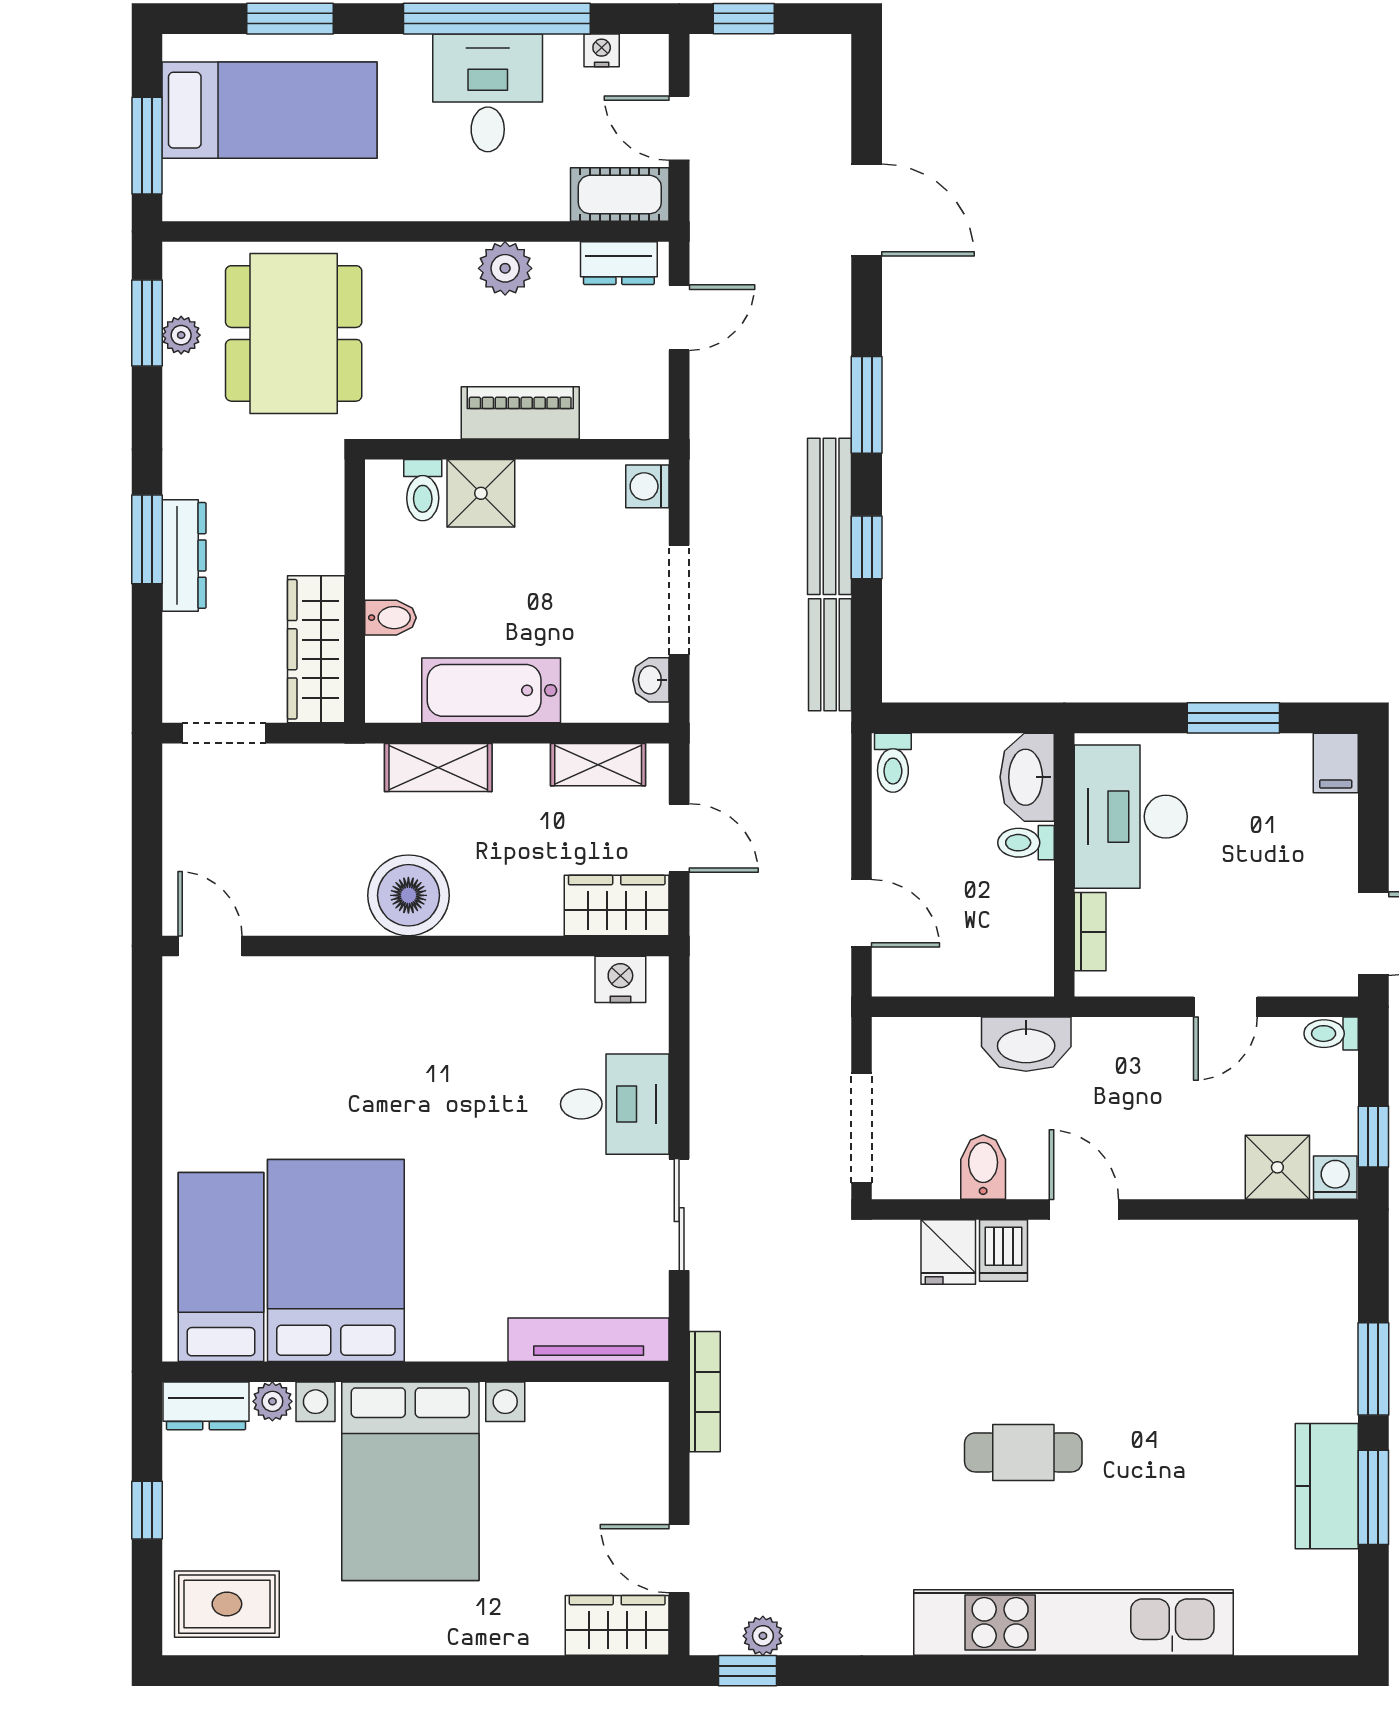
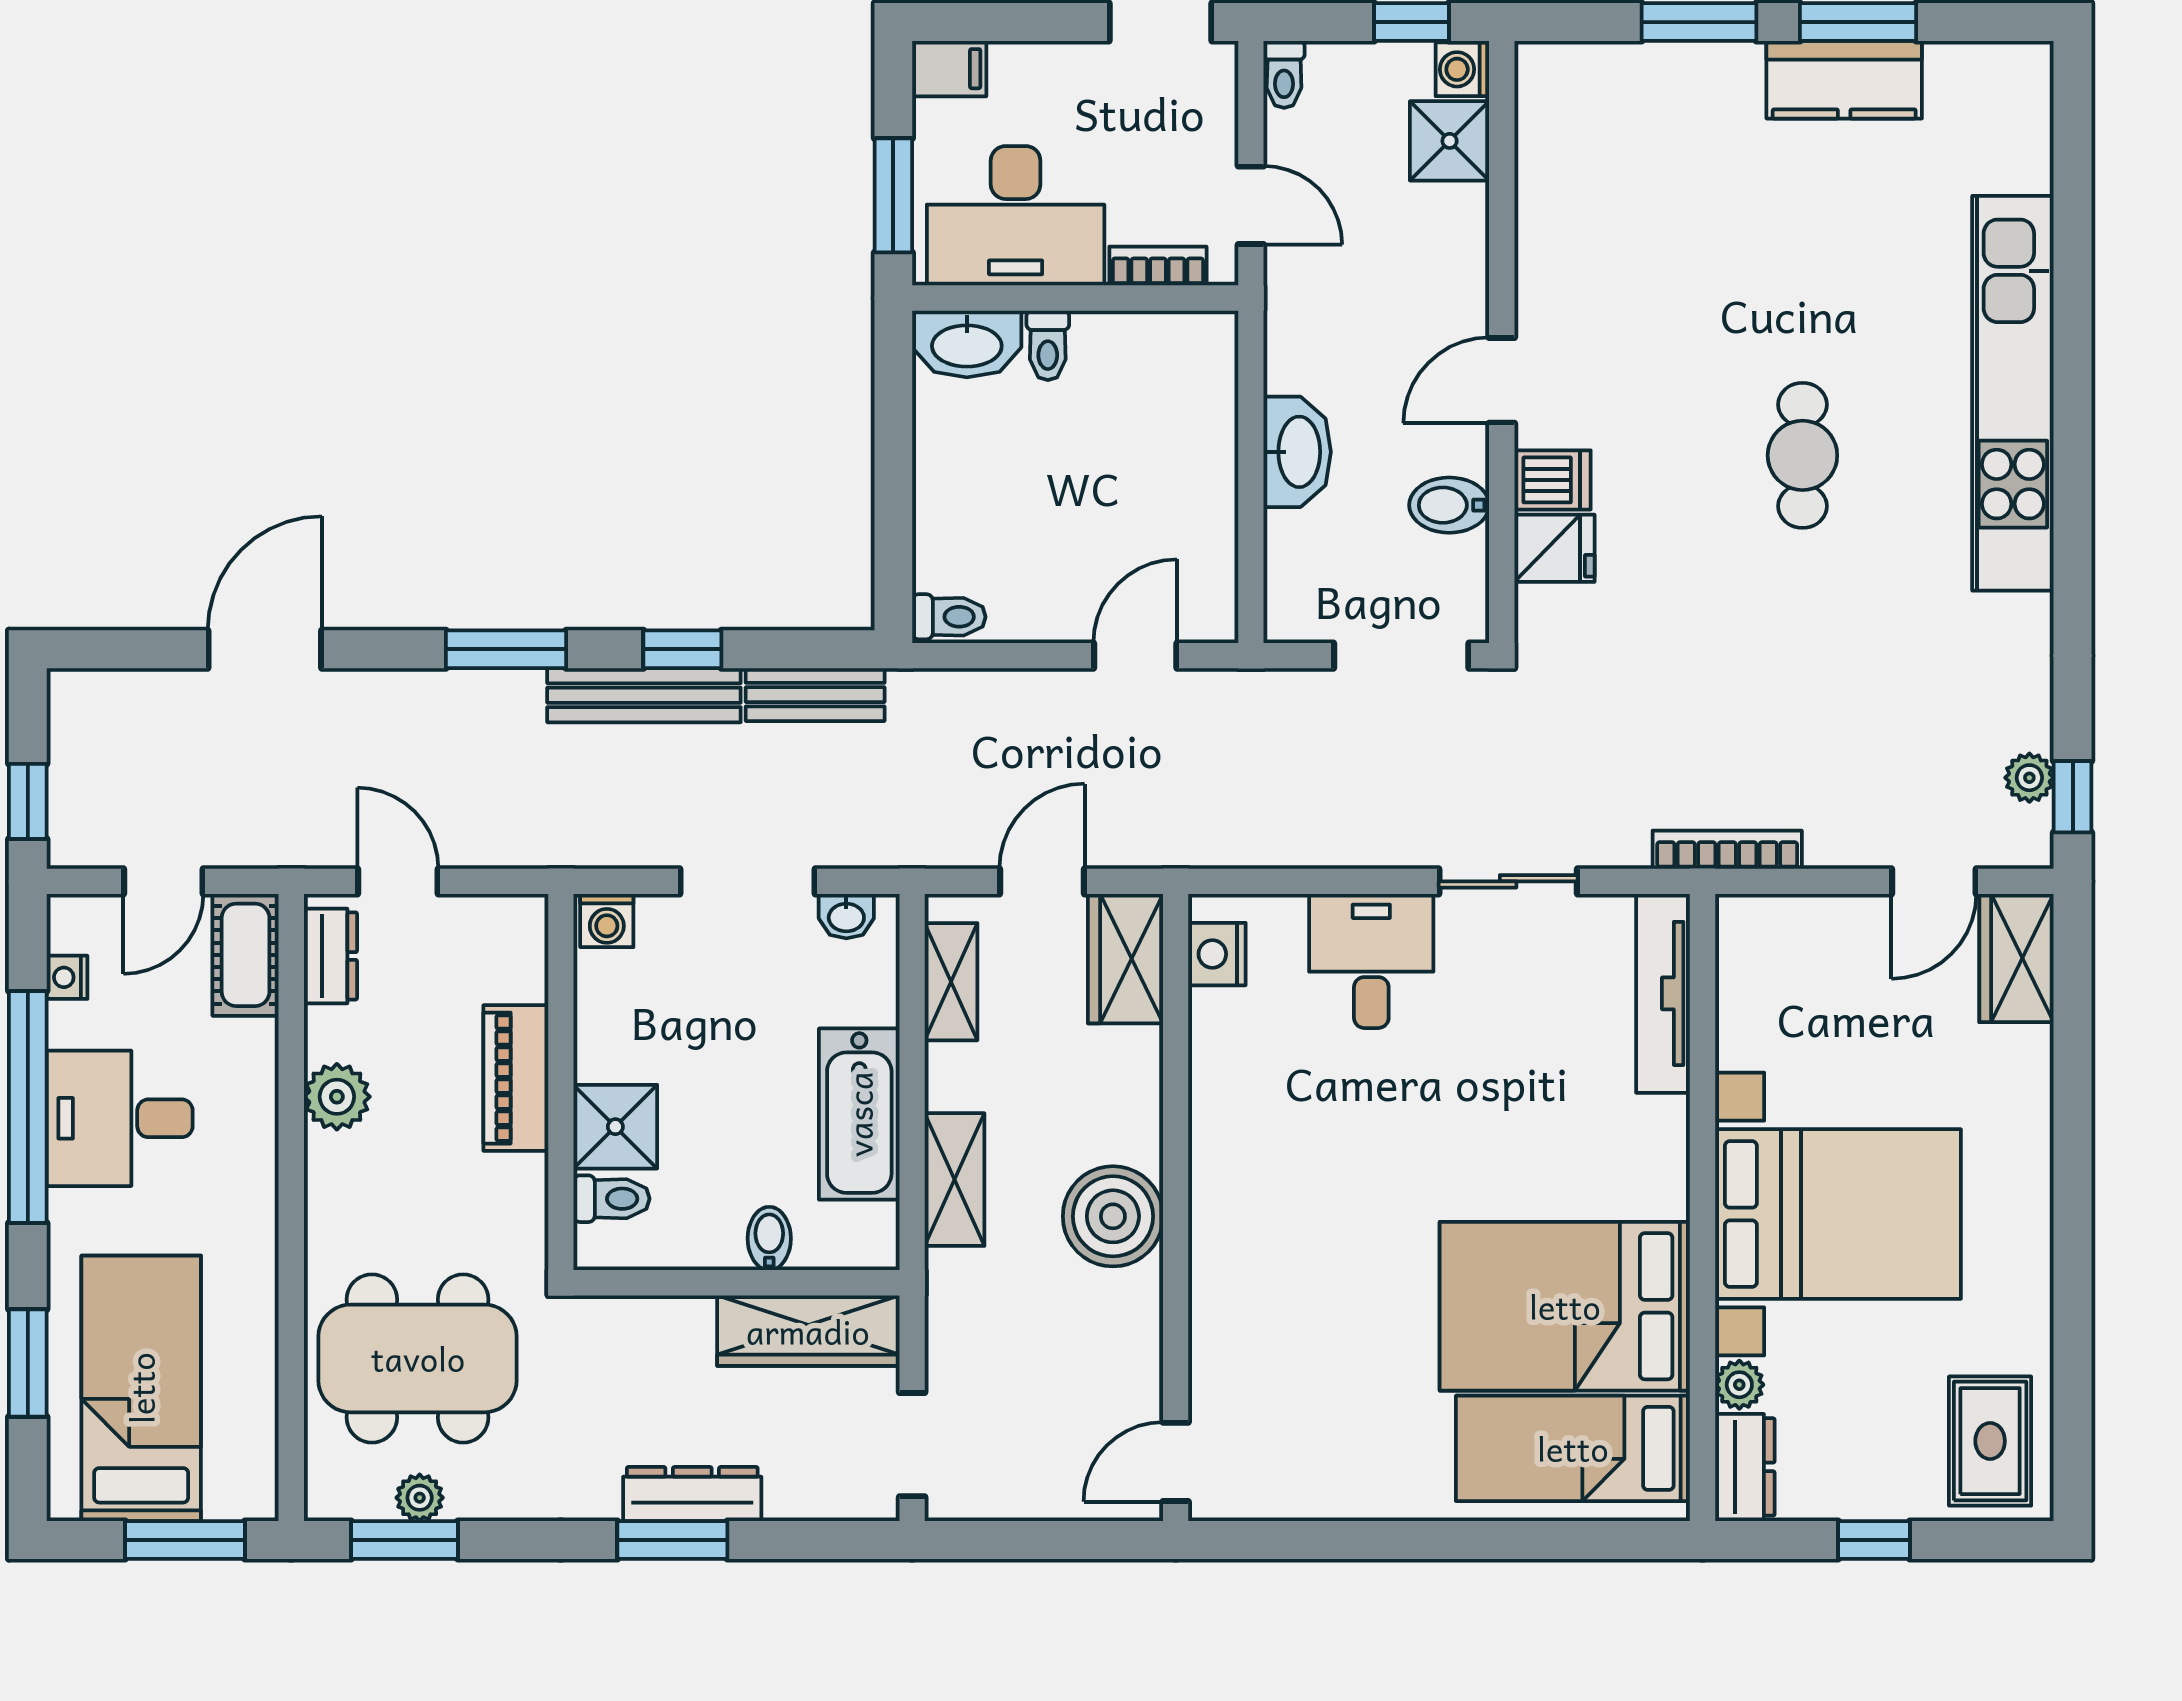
washbasin: (1027, 777) -> (967, 344), moved
desk: (1131, 817) -> (1016, 216), moved
toilet: (1026, 843) -> (1048, 345), moved
wall: (1064, 865) -> (1075, 298), moved
bookcase: (1090, 932) -> (1158, 266), moved

